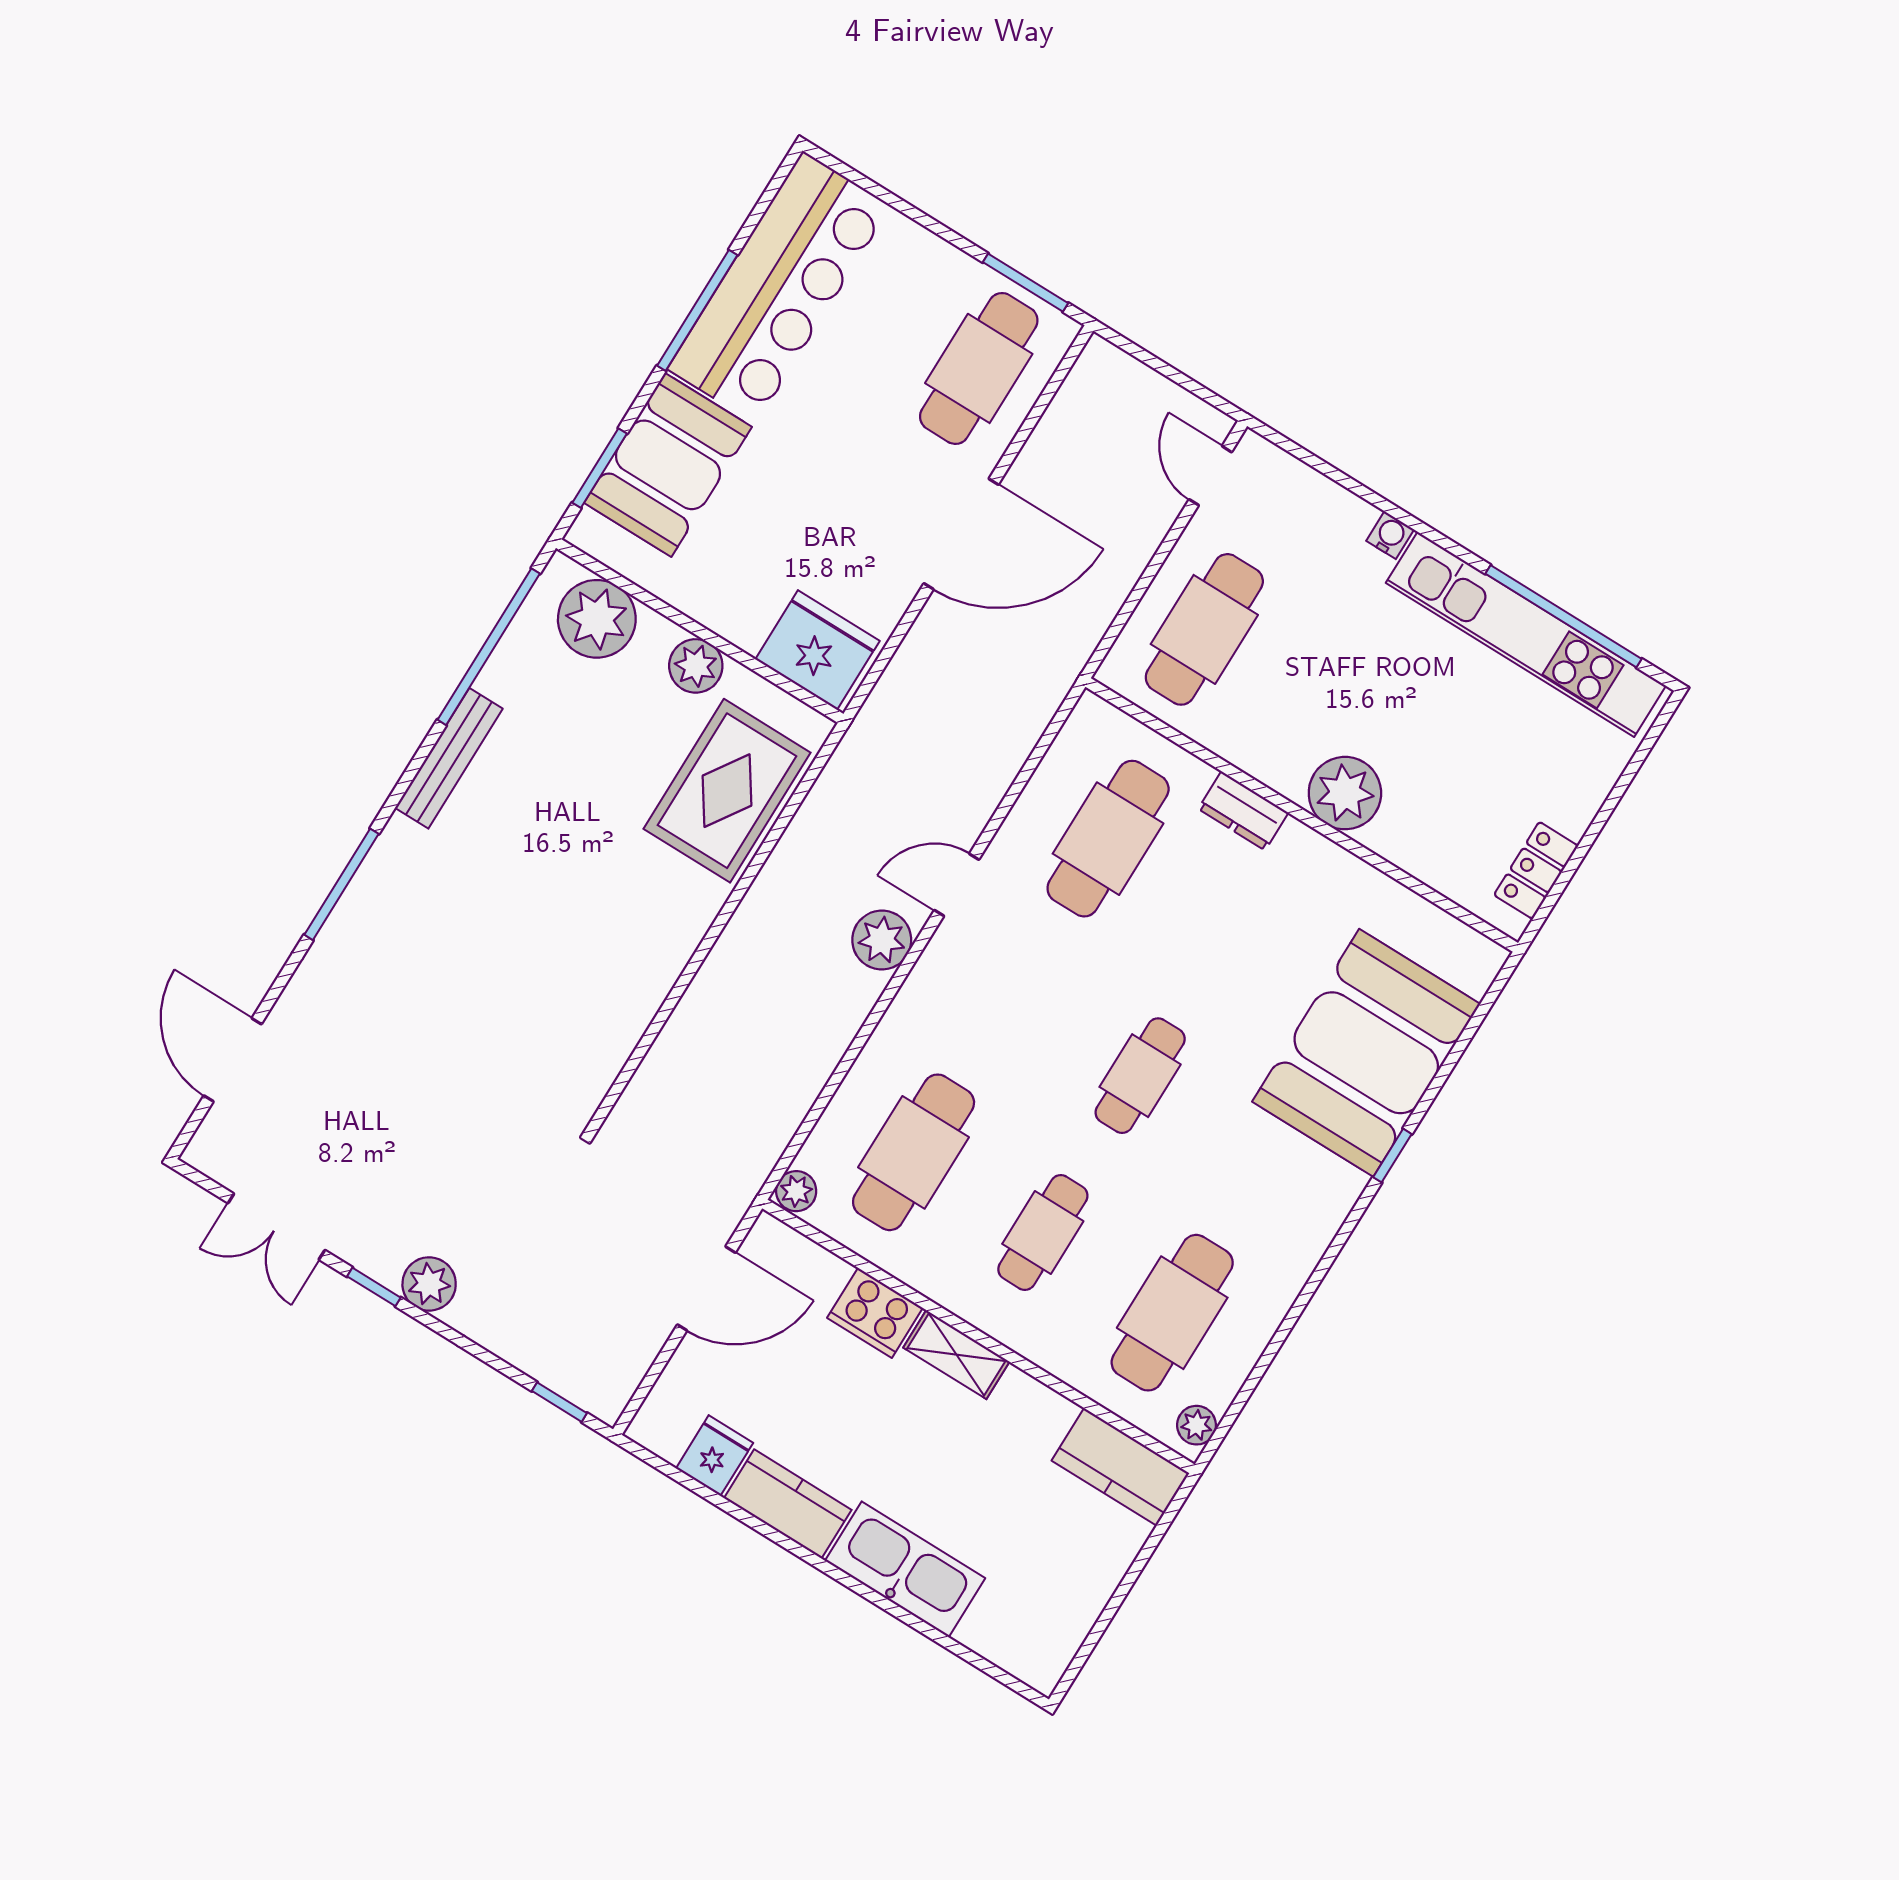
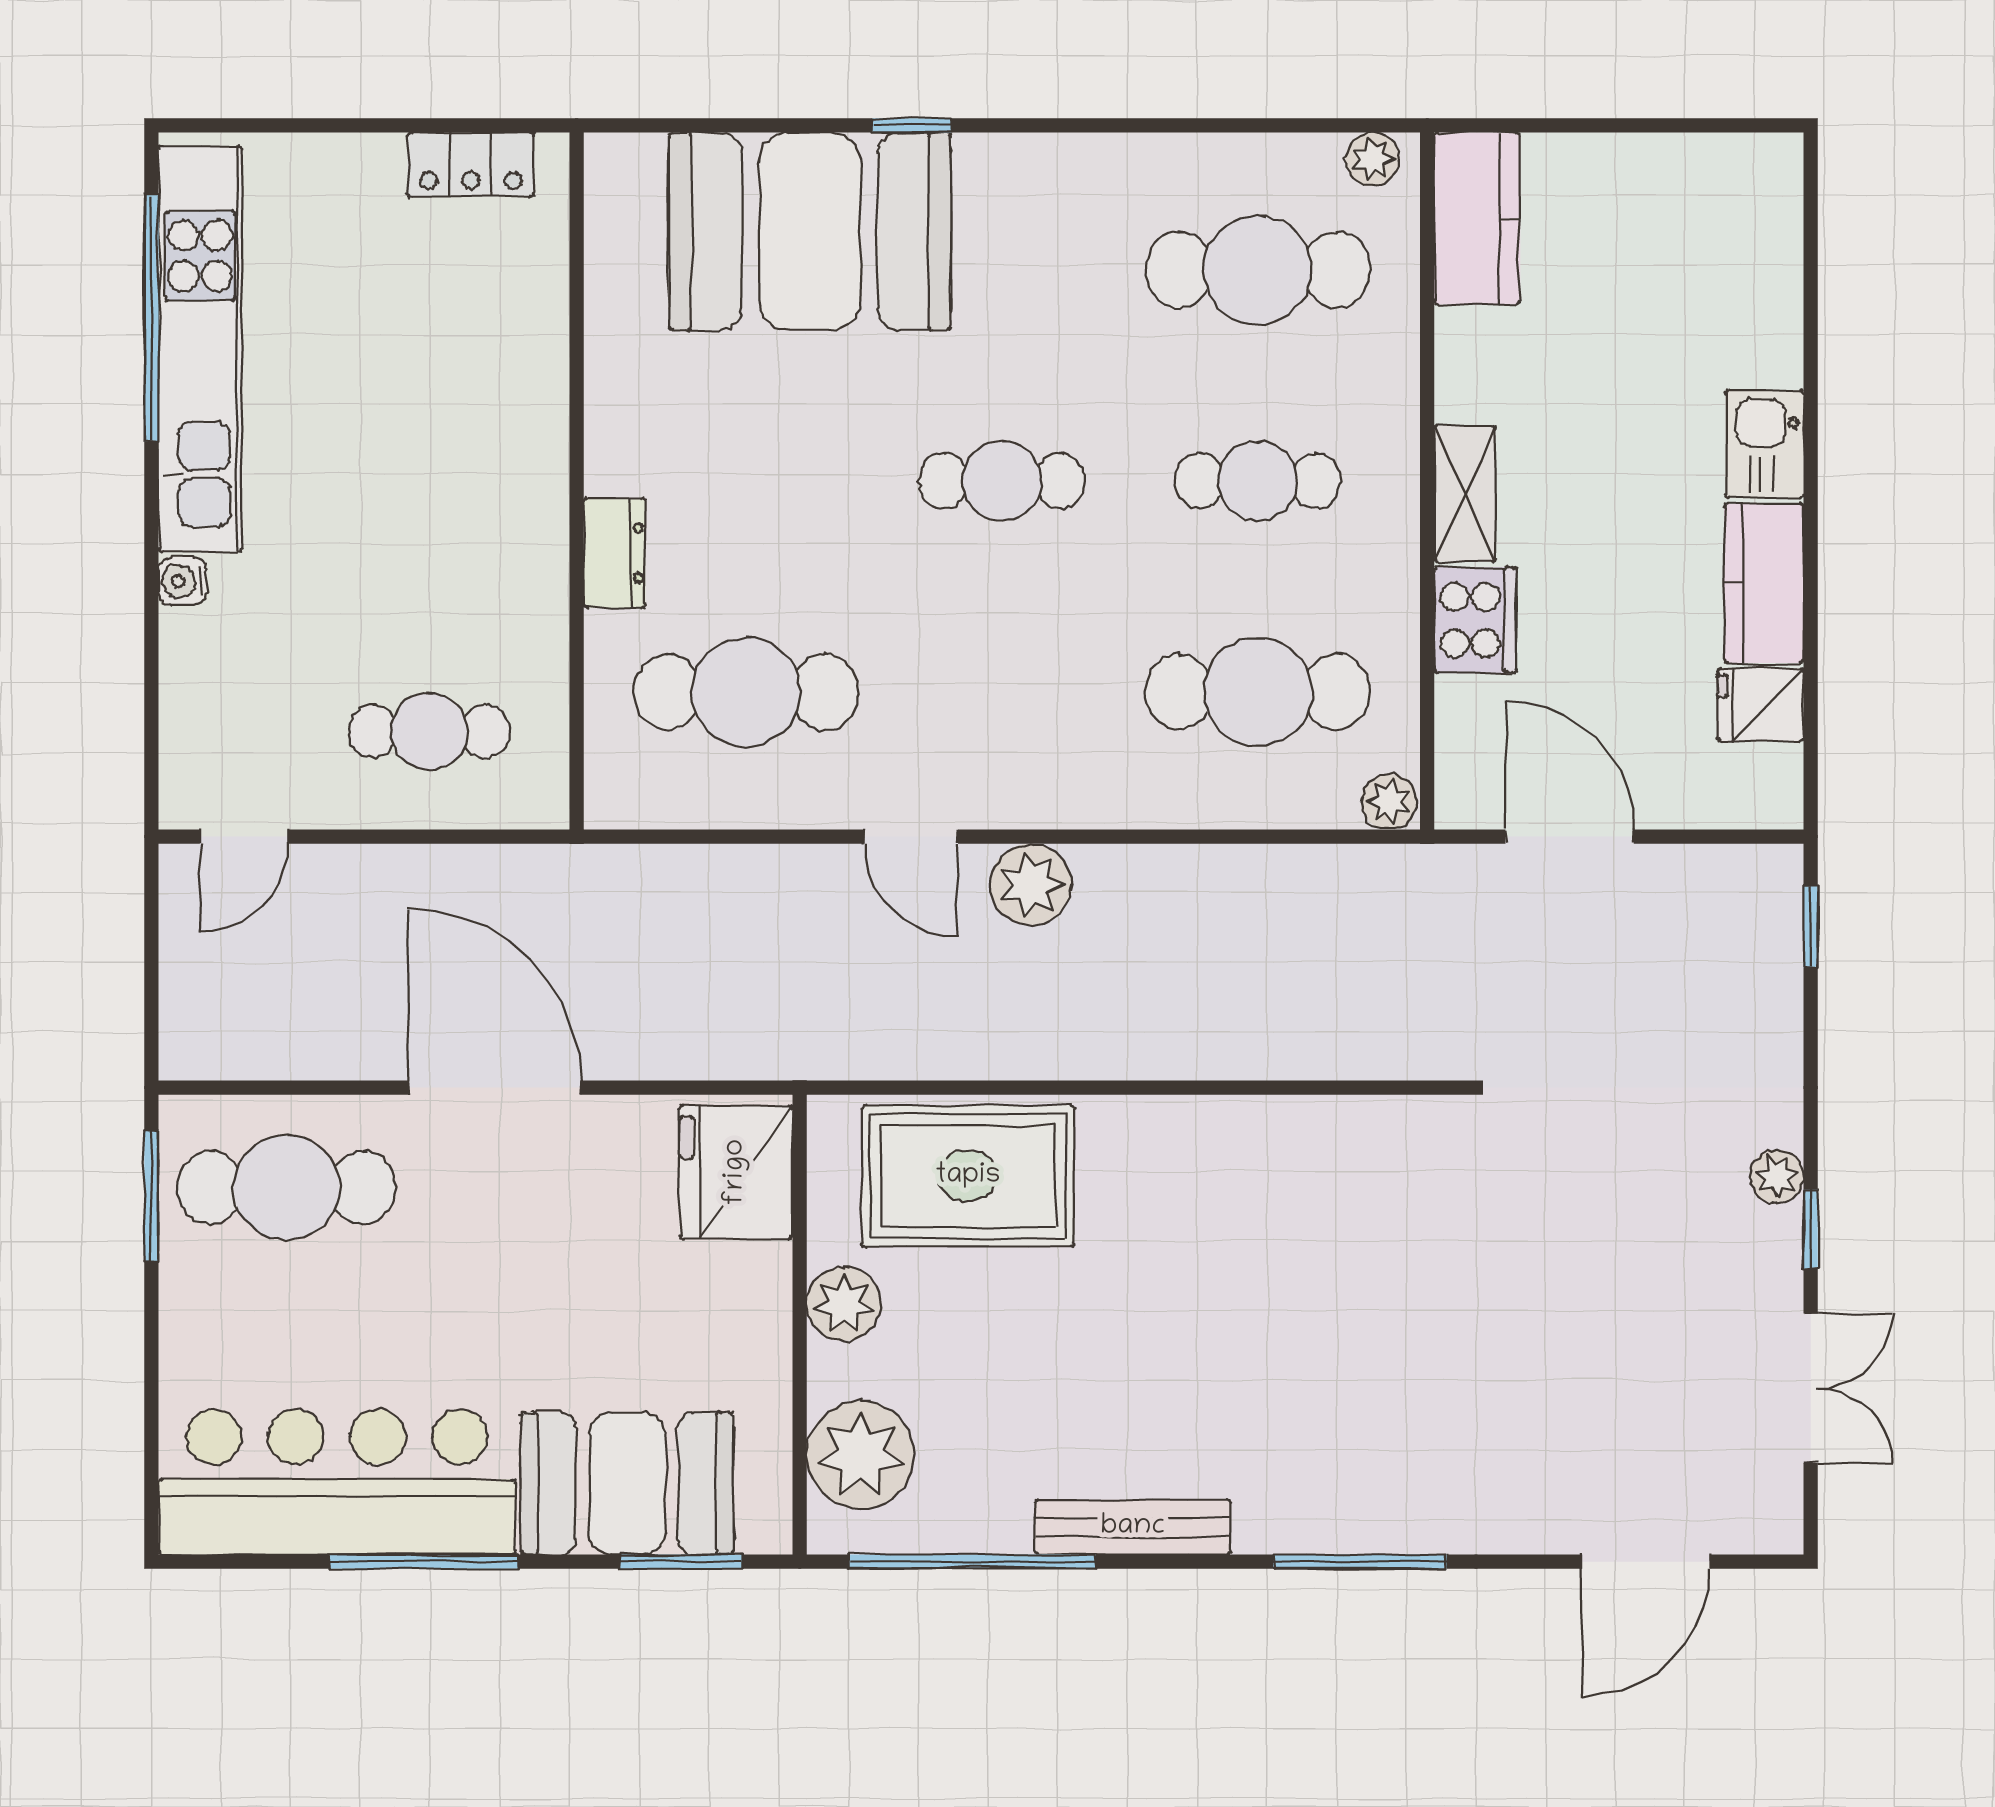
cafe table: (1204, 629) -> (429, 731), width x0.73, depth x0.74
plant: (1345, 793) -> (519, 446), removed
plant: (429, 1284) -> (1777, 1177), width x0.73, depth x0.73
kitchen sink: (905, 1569) -> (1765, 444), width x0.53, depth x0.81

